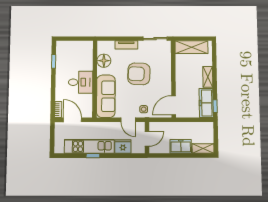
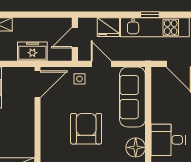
armchair: (139, 74) -> (86, 129), turned -92
desk: (81, 82) -> (168, 140), moved
freezer: (181, 146) -> (32, 51), moved, turned 180

